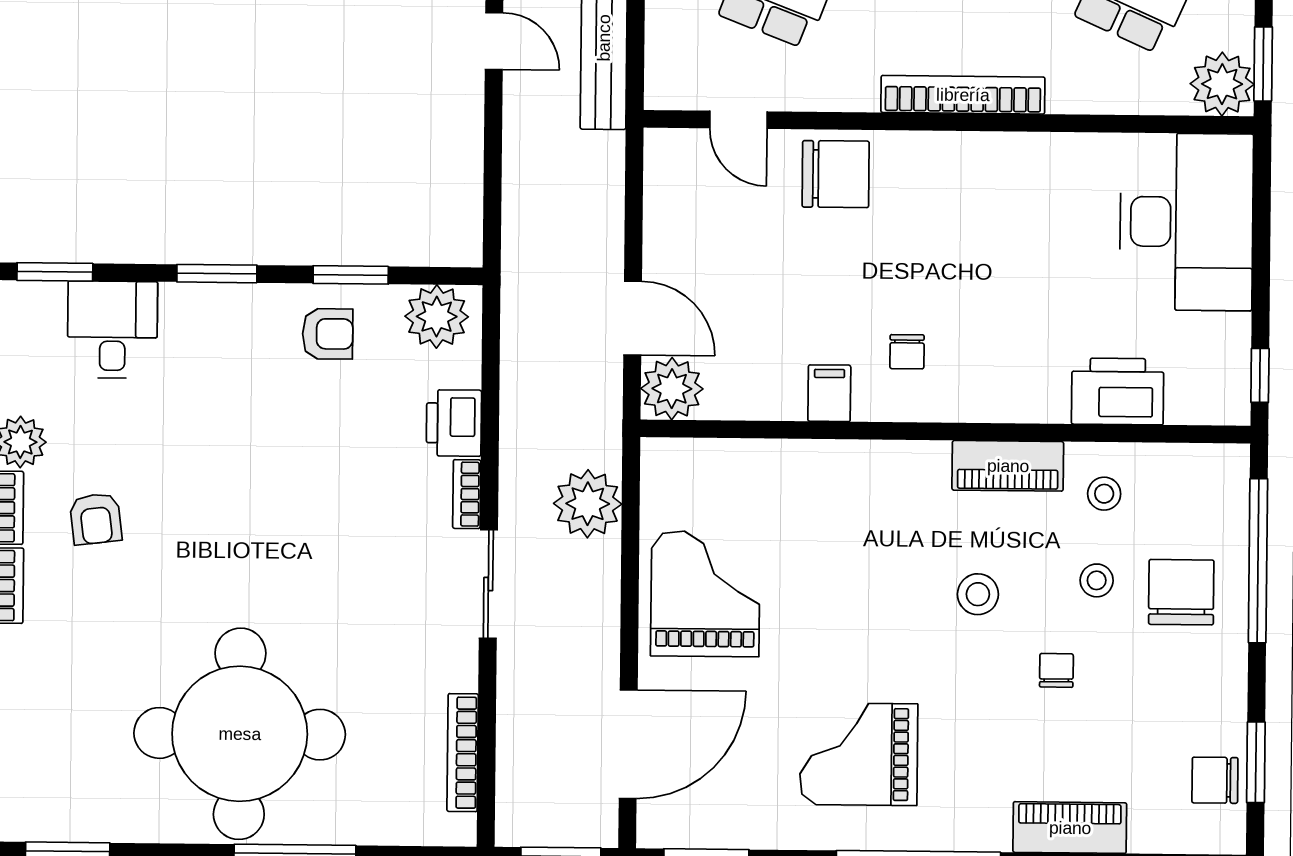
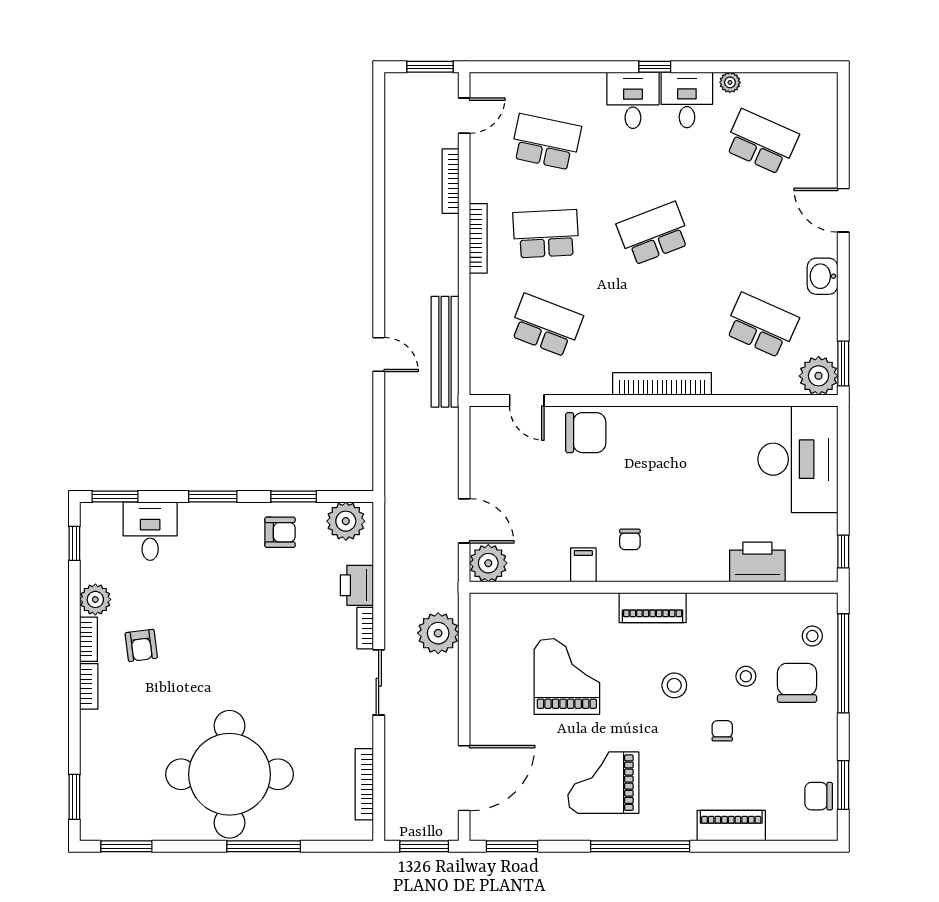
piano: (1008, 466) -> (653, 608), moved
stool: (1104, 494) -> (812, 636), moved
grand piano: (705, 594) -> (567, 677), moved

